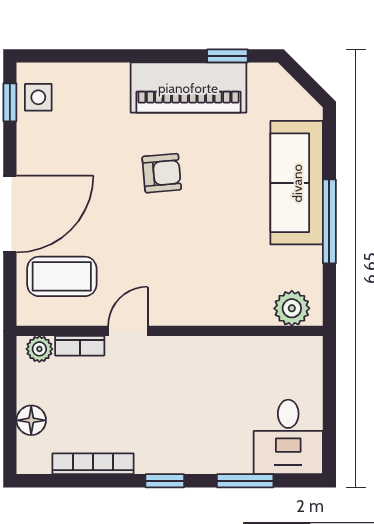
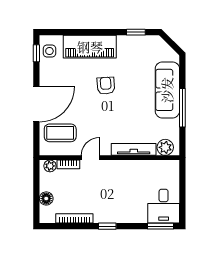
piano: (188, 88) -> (90, 47), moved
armchair: (162, 173) -> (106, 86), turned -89
tv unit: (223, 313) -> (134, 149), added
window: (245, 481) -> (160, 226), moved

